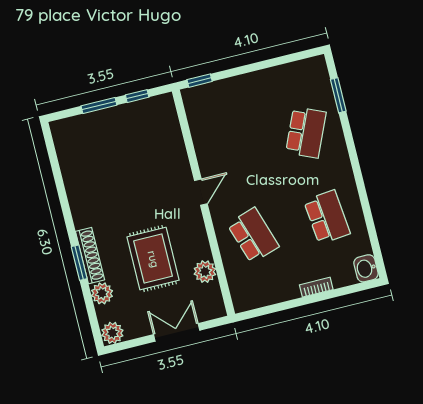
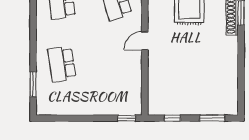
window: (99, 106) -> (212, 118), moved
school desk: (306, 132) -> (62, 64), turned -33

